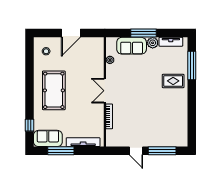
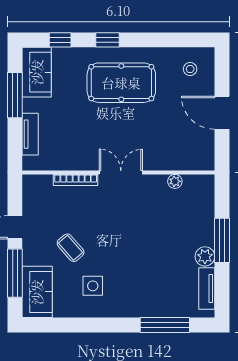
sofa: (132, 46) -> (37, 292), moved, turned 180
rug: (173, 81) -> (138, 292), removed
window: (30, 98) -> (107, 40), added
side table: (169, 107) -> (93, 286), added
coffee table: (148, 119) -> (71, 248), added
tv unit: (83, 142) -> (30, 134), width x0.71

